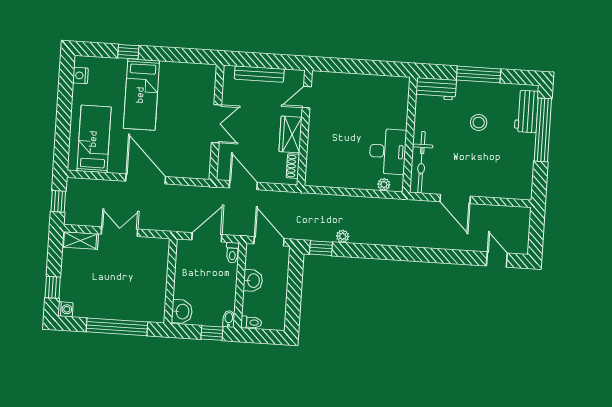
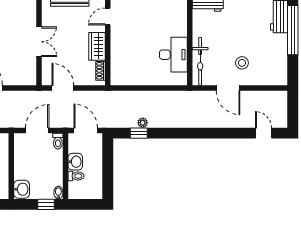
stool: (479, 122) -> (242, 63), moved
plant: (384, 184) -> (172, 80), removed
window: (321, 248) -> (139, 133), moved
toilet: (251, 322) -> (76, 176), moved

